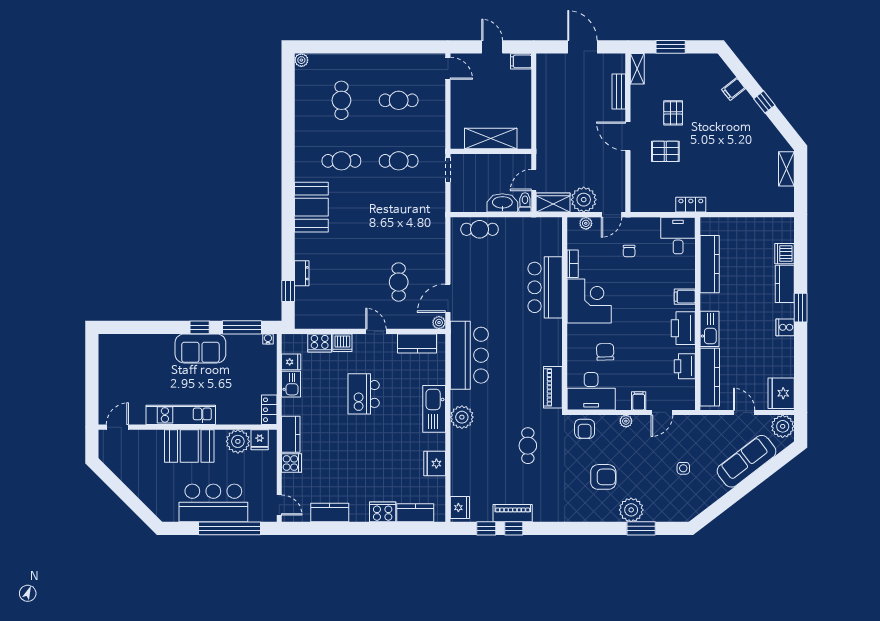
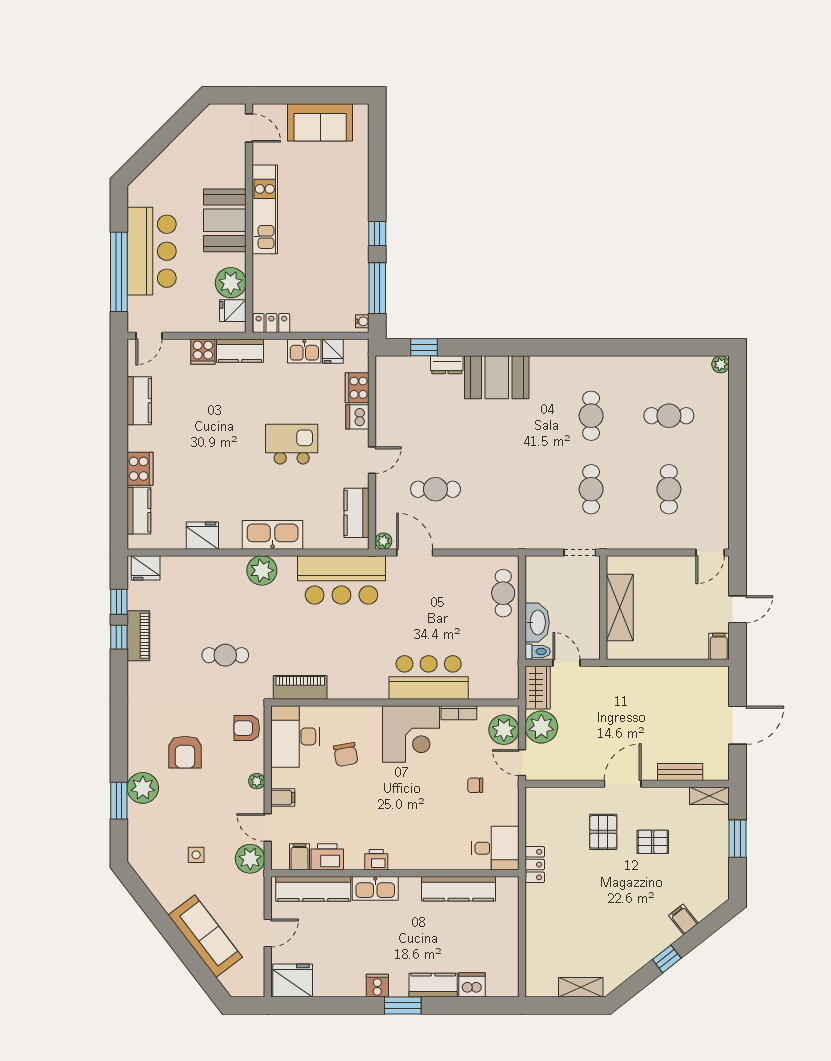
booth: (311, 207) -> (497, 377), moved
plant: (586, 223) -> (504, 730), width x1.88, depth x1.88
filing cabinet: (685, 297) -> (300, 857), moved
printer: (683, 328) -> (376, 860), width x0.53, depth x0.68
sofa: (200, 348) -> (320, 122), moved, turned -90
chair: (605, 352) -> (346, 754), turned 82
plant: (783, 426) -> (250, 859), moved

